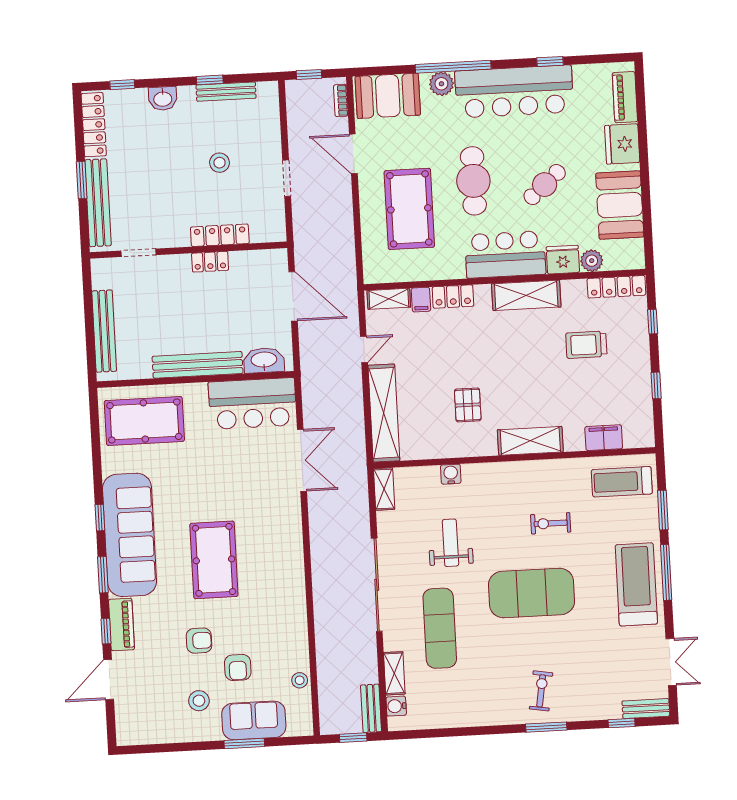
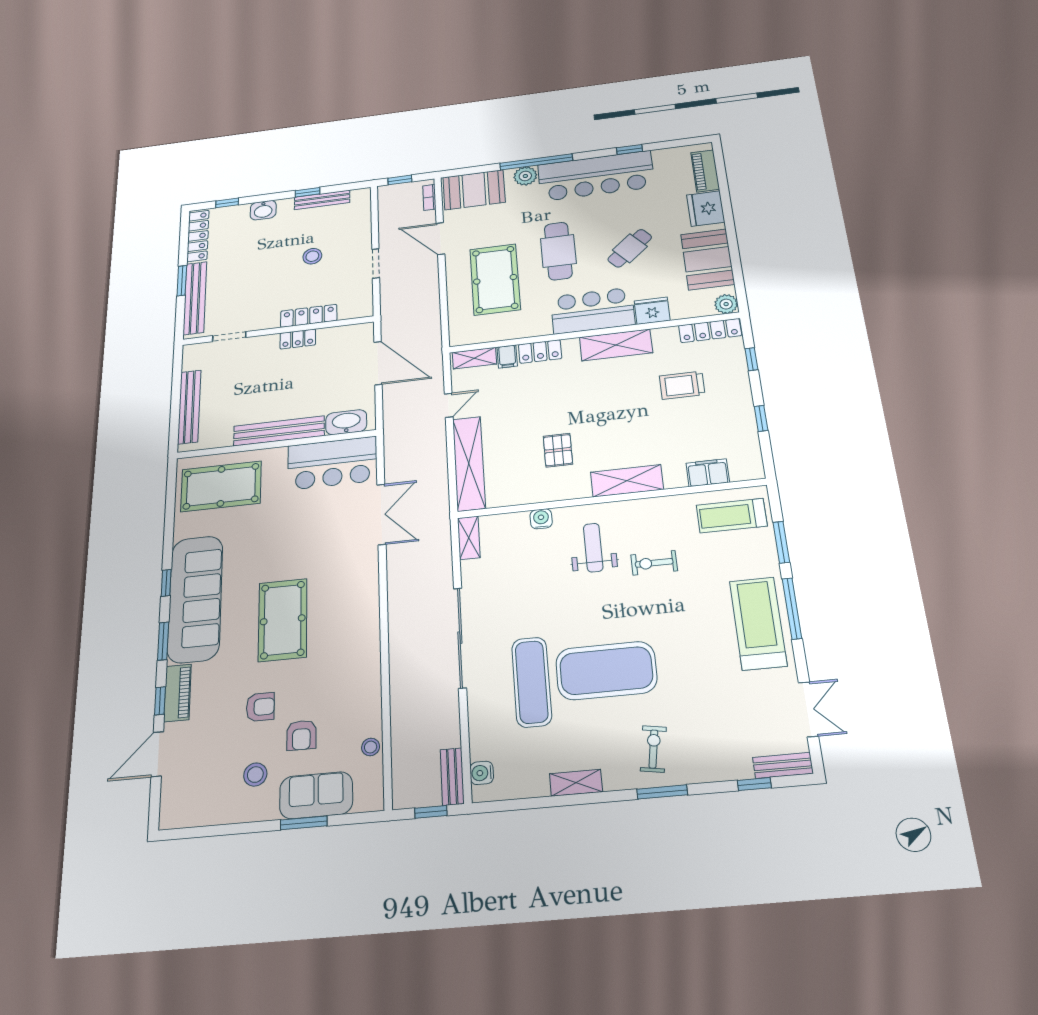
plant: (592, 261) -> (726, 304), moved
weight bench: (450, 543) -> (593, 548), moved
exercise mat: (531, 593) -> (606, 671), moved
shelving: (394, 673) -> (576, 783), moved, turned 90

